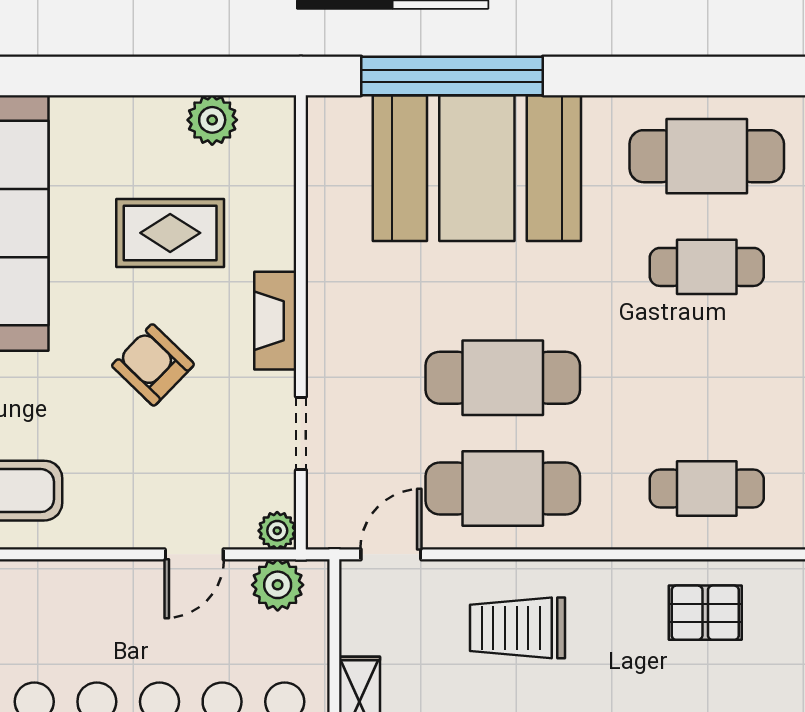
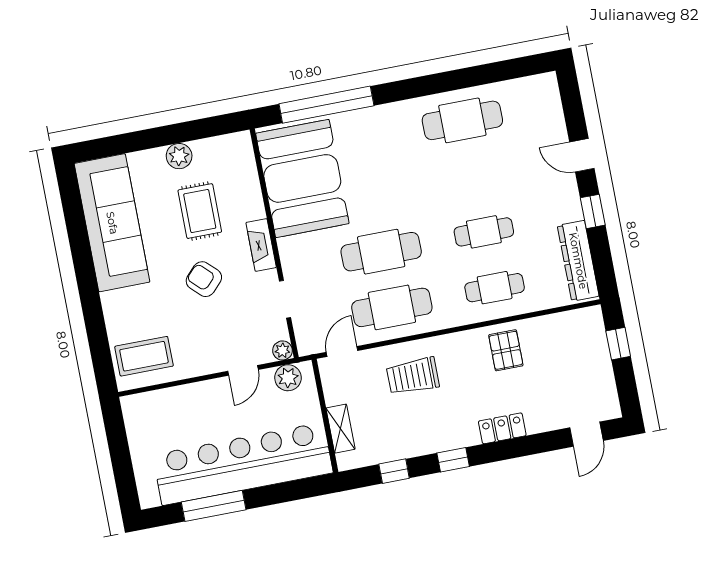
plant: (212, 120) -> (179, 156), moved
booth: (477, 168) -> (302, 178), moved, turned 90
rug: (170, 233) -> (200, 211), turned 90
cafe table: (707, 267) -> (484, 232), moved
pallet: (705, 613) -> (506, 350), turned 90

